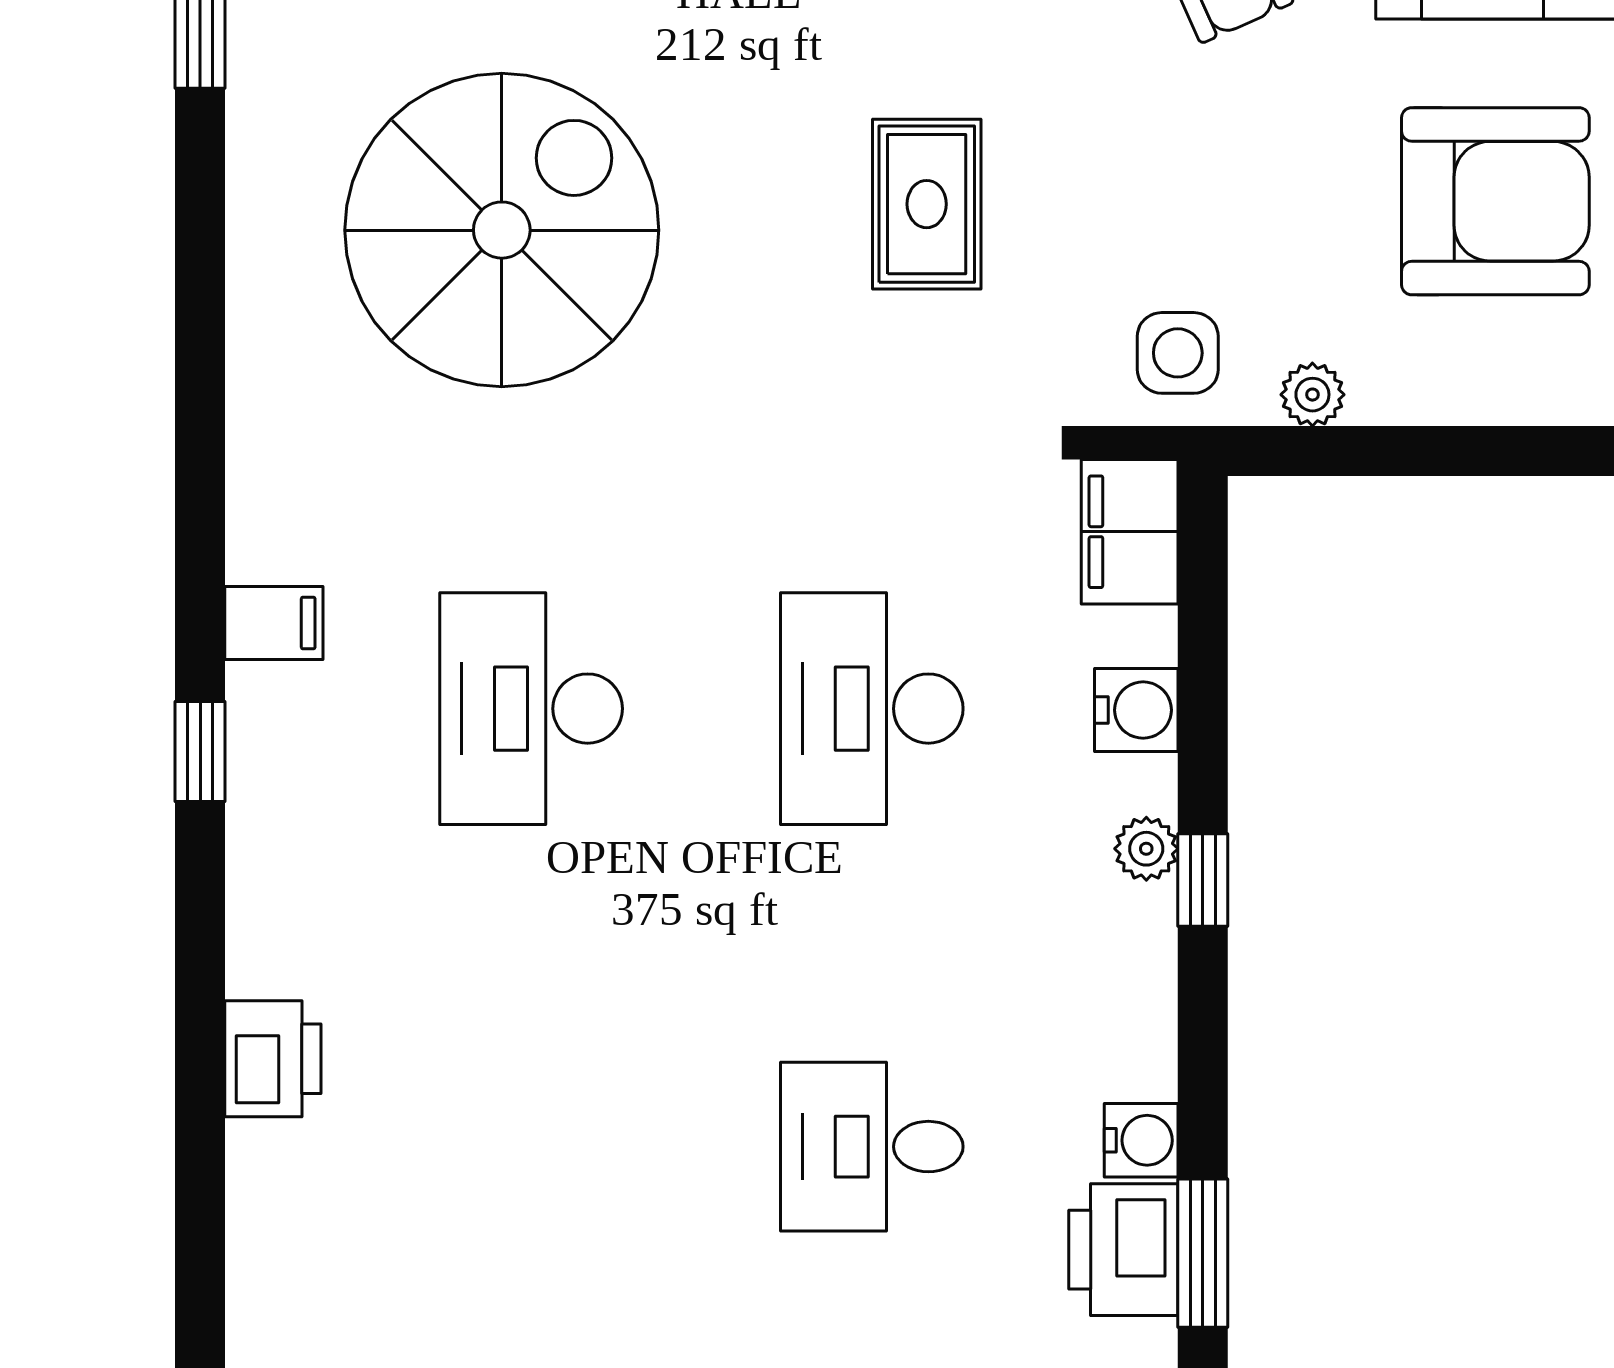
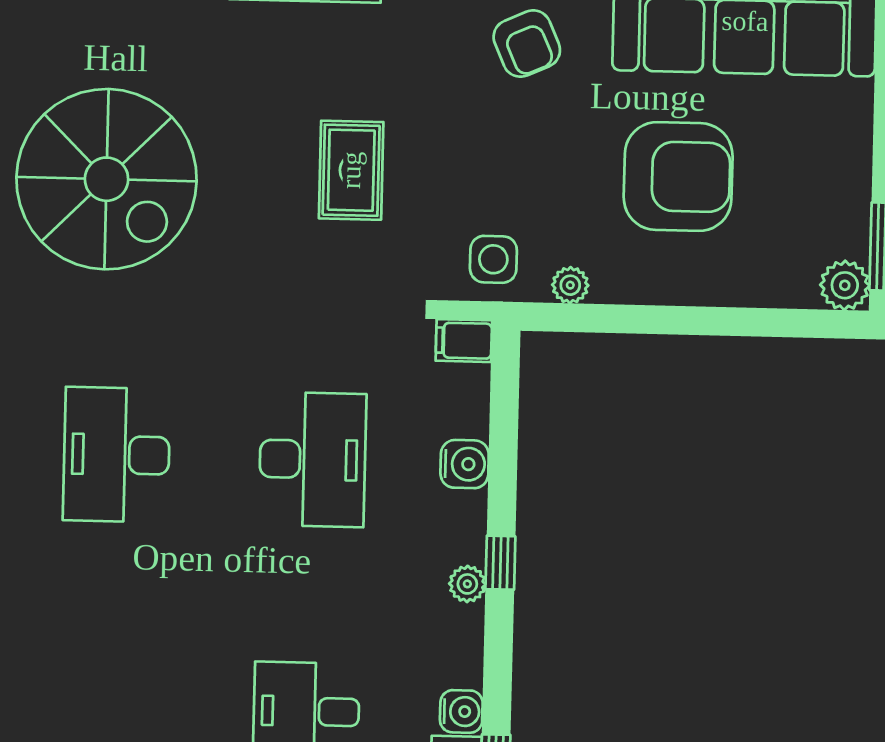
spiral stairs: (502, 230) -> (107, 179), turned 90
filing cabinet: (1130, 532) -> (464, 341), width x0.50
desk: (872, 709) -> (312, 459), turned 180
plant: (1146, 849) -> (467, 584), moved

